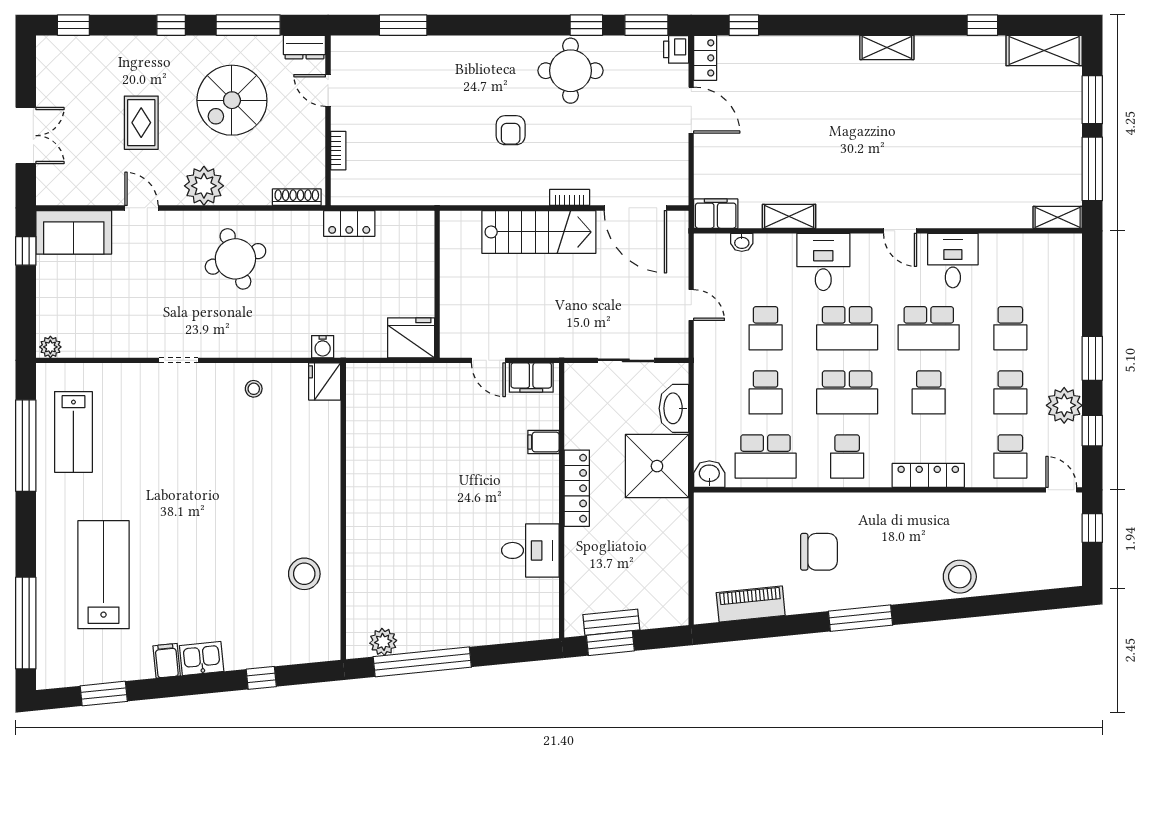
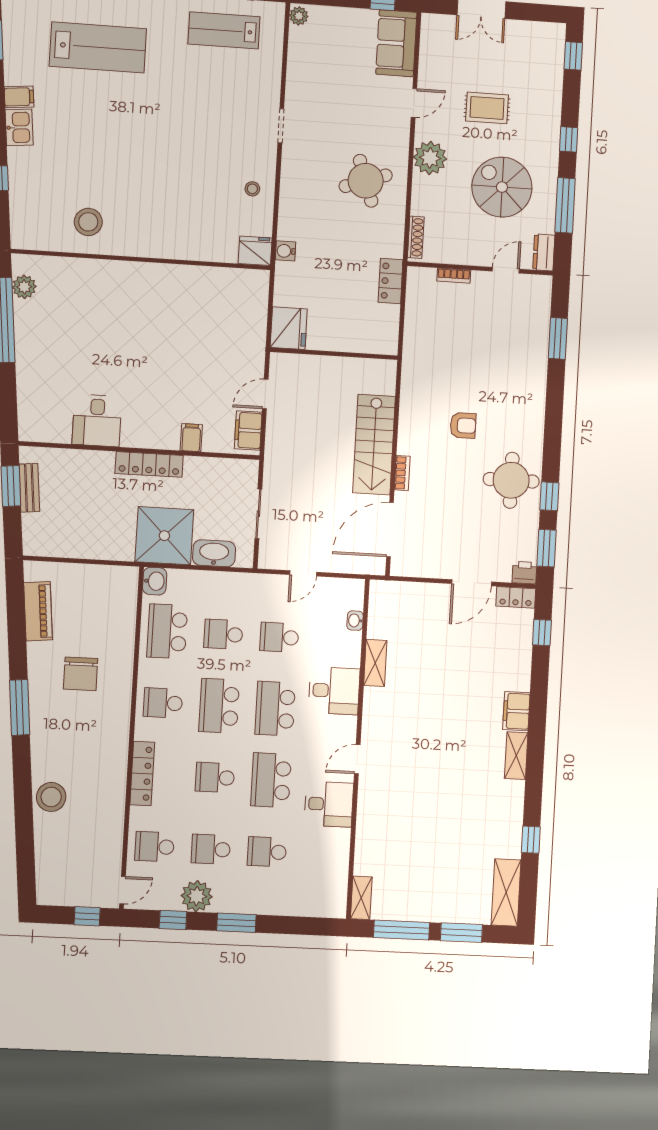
armchair: (511, 130) -> (463, 425), turned 180
filing cabinet: (716, 214) -> (516, 711), moved, turned 180

